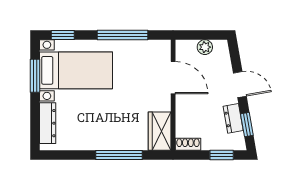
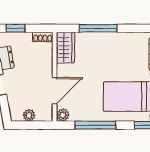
plant: (163, 47) -> (63, 115), added
door: (173, 78) -> (55, 91), swing flipped

